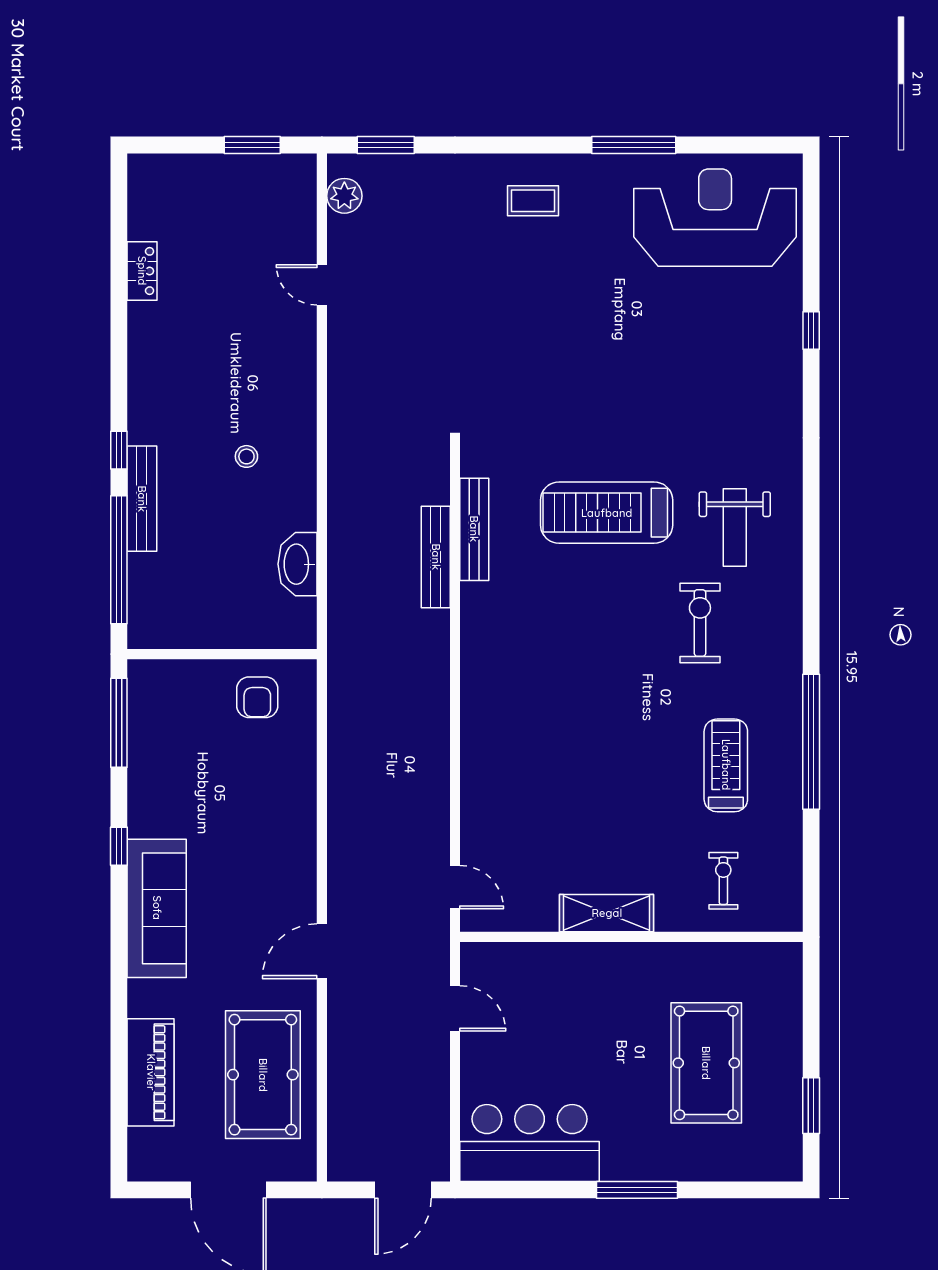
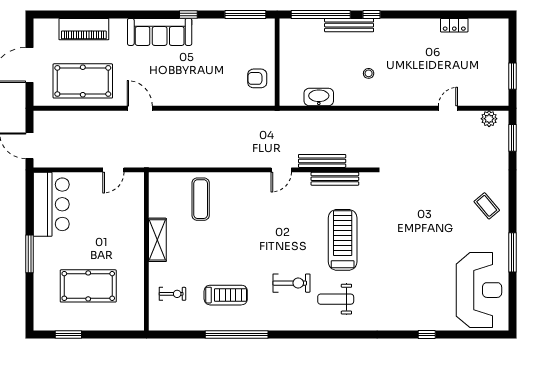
coffee table: (533, 201) -> (487, 206), turned -40
exercise mat: (518, 820) -> (201, 199), added
door: (455, 887) -> (281, 170), moved

